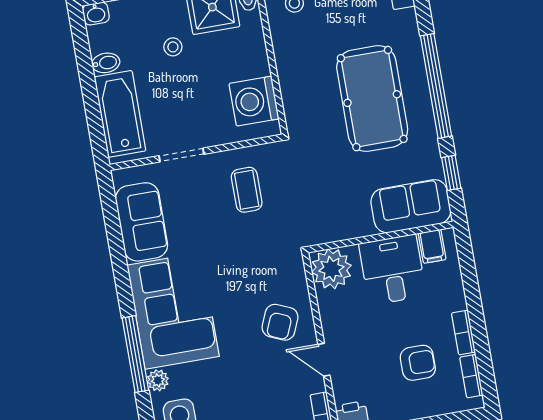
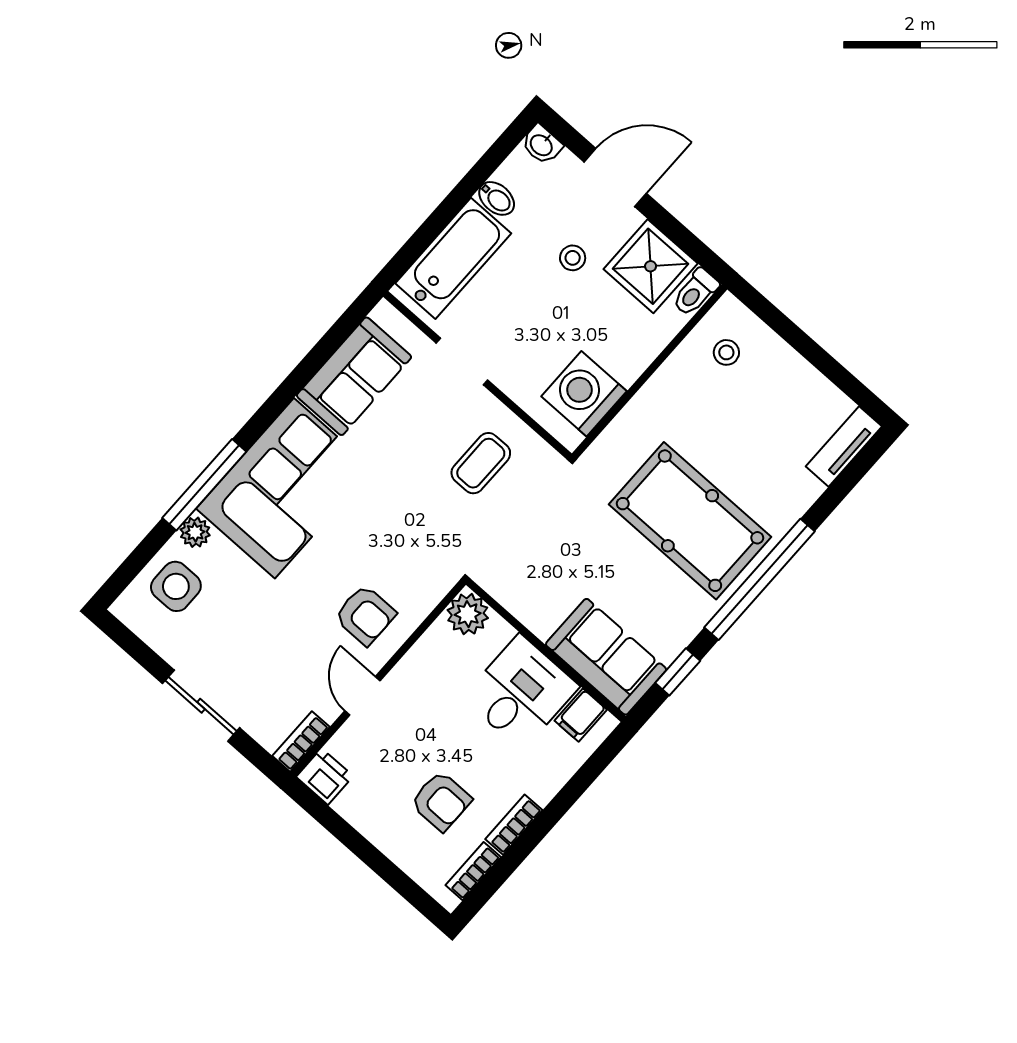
pool table: (372, 99) -> (690, 521), turned 90
plant: (331, 269) -> (468, 614), width x0.73, depth x0.73
armchair: (280, 322) -> (365, 615), turned -113

